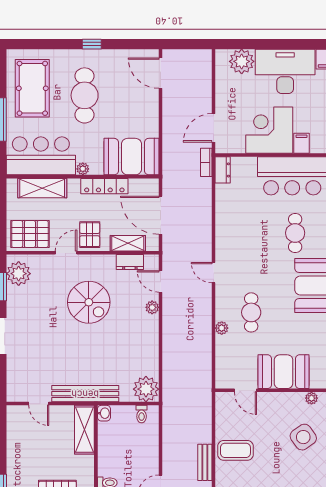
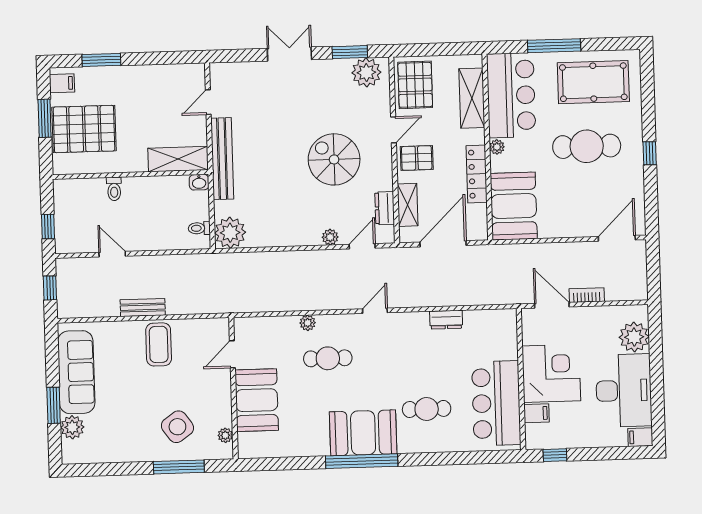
bookcase: (206, 162) -> (587, 295), moved
dresser: (223, 170) -> (446, 320), moved
door: (66, 253) -> (394, 130), hinge flipped
spiral stairs: (89, 302) -> (334, 159), turned 90

